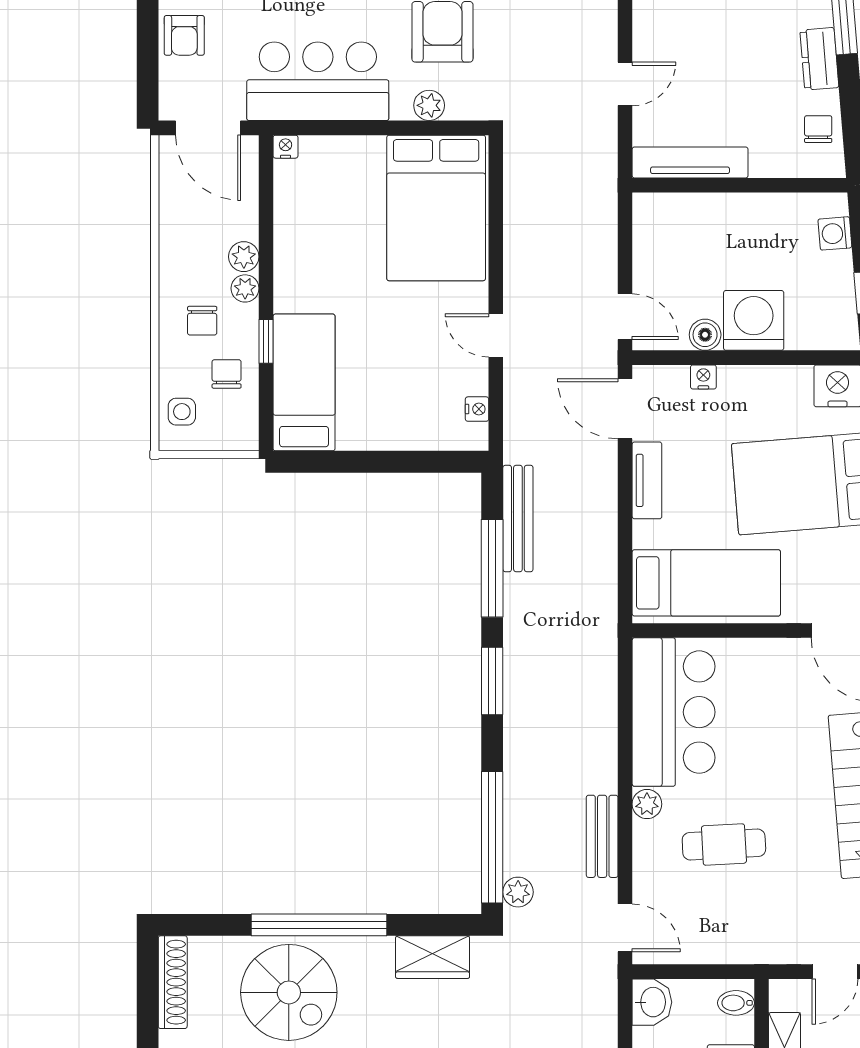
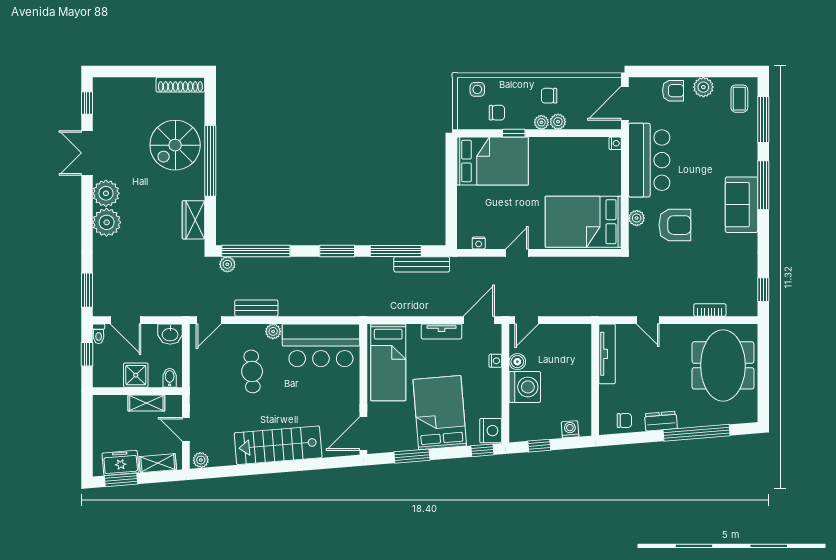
armchair: (184, 35) -> (673, 91), turned 180
chair: (202, 321) -> (549, 96), moved
bed: (304, 382) -> (492, 161), width x1.50

